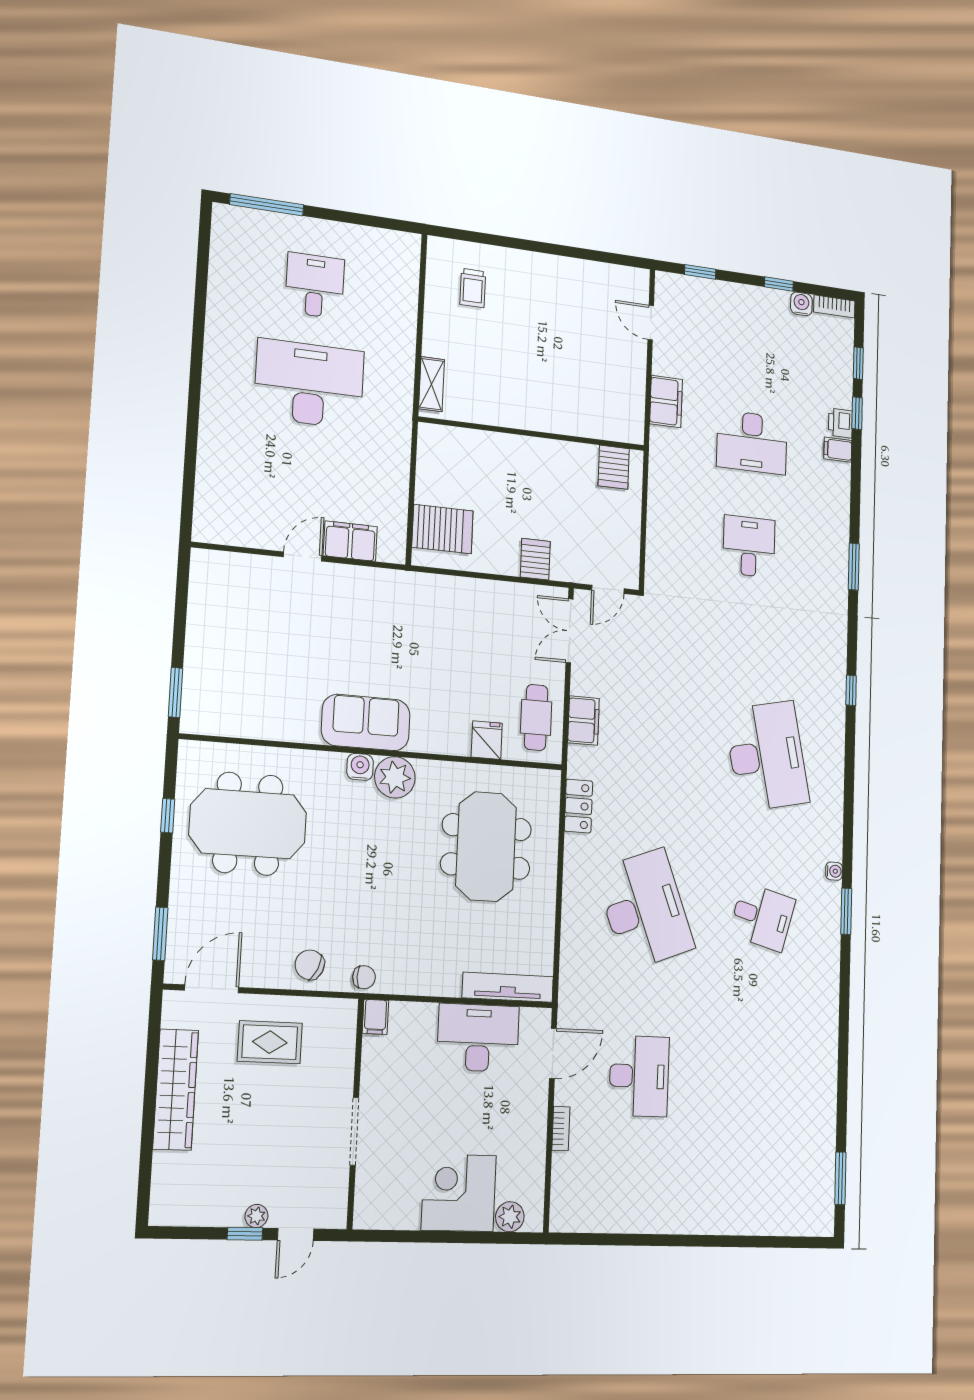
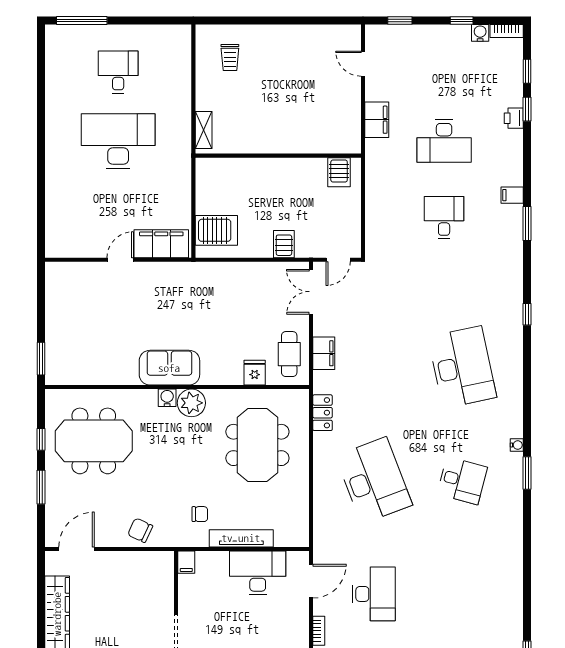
filing cabinet: (838, 450) -> (512, 195), moved
filing cabinet: (350, 541) -> (161, 244), width x1.50, depth x1.17
window: (160, 934) -> (41, 487), moved
chair: (364, 977) -> (200, 514), moved
tv unit: (508, 987) -> (241, 538), moved
rug: (270, 1042) -> (116, 581), removed

